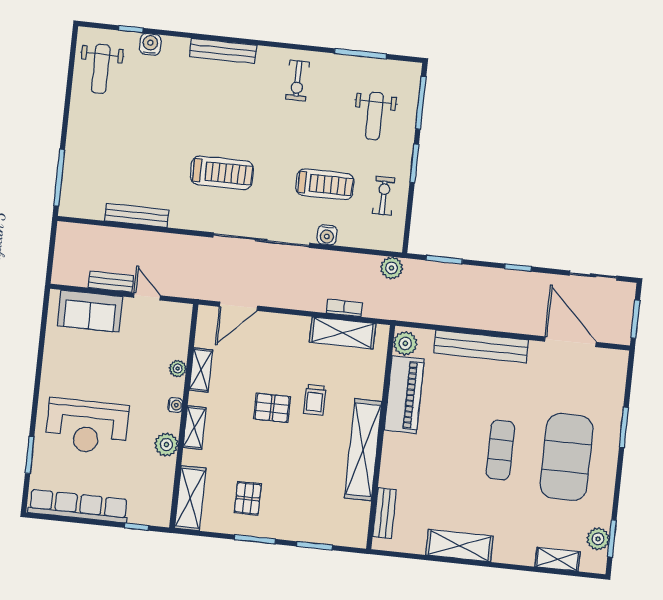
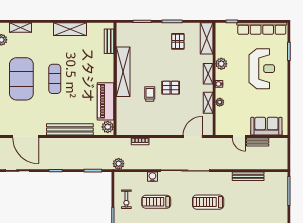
shelving: (343, 333) -> (139, 129), removed
reception desk: (87, 426) -> (262, 69), turned 90

